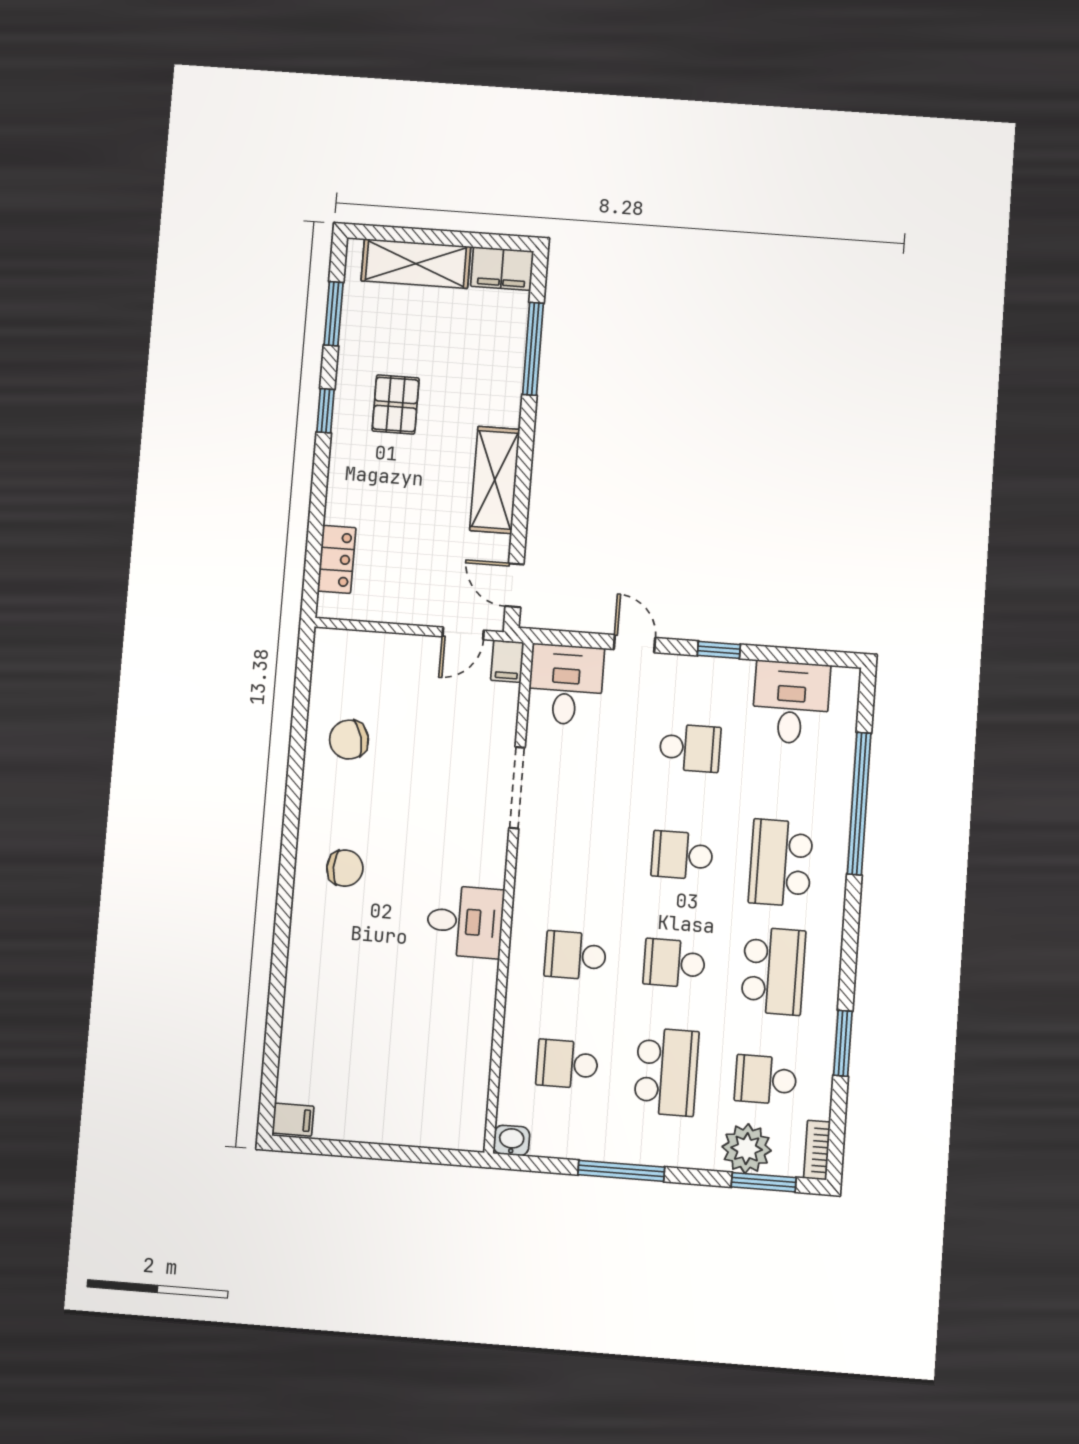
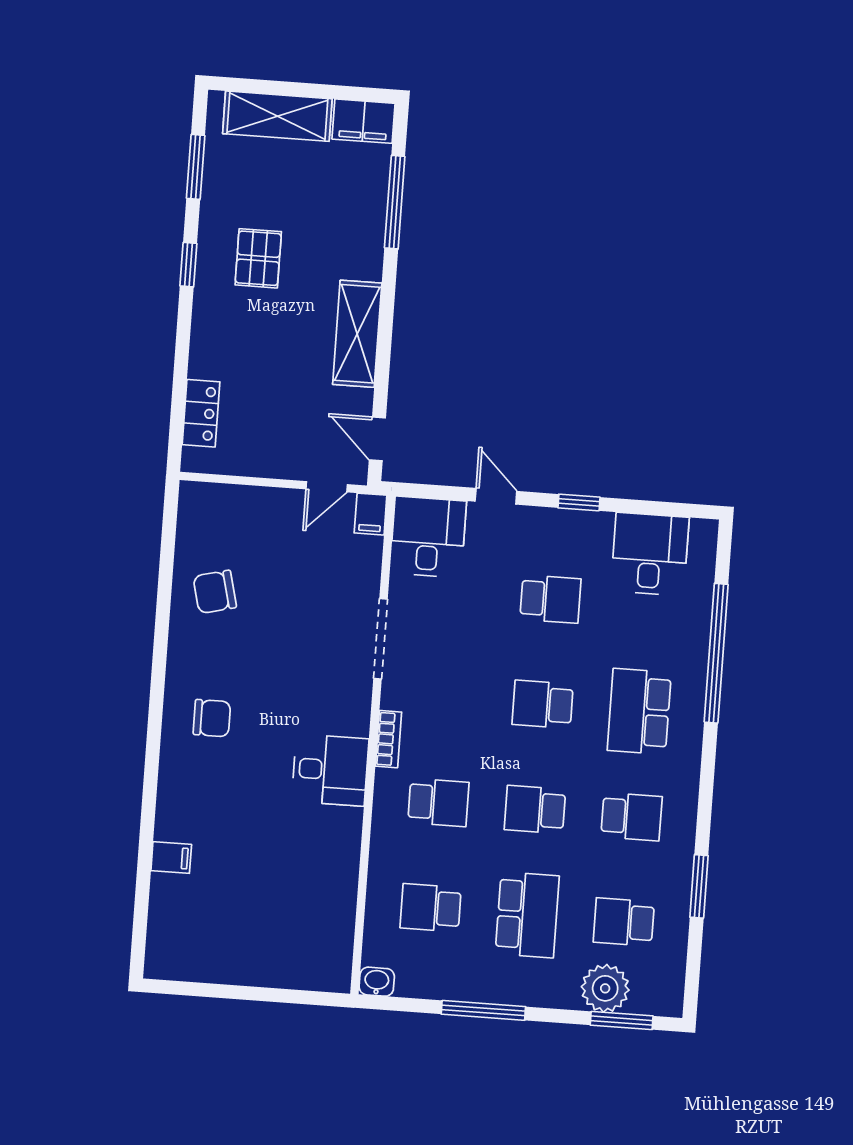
school desk: (575, 955) -> (438, 802), turned 180
school desk: (773, 971) -> (632, 817), width x0.54
filing cabinet: (293, 1120) -> (171, 858), moved
bookcase: (817, 1150) -> (389, 739), moved, turned 180

